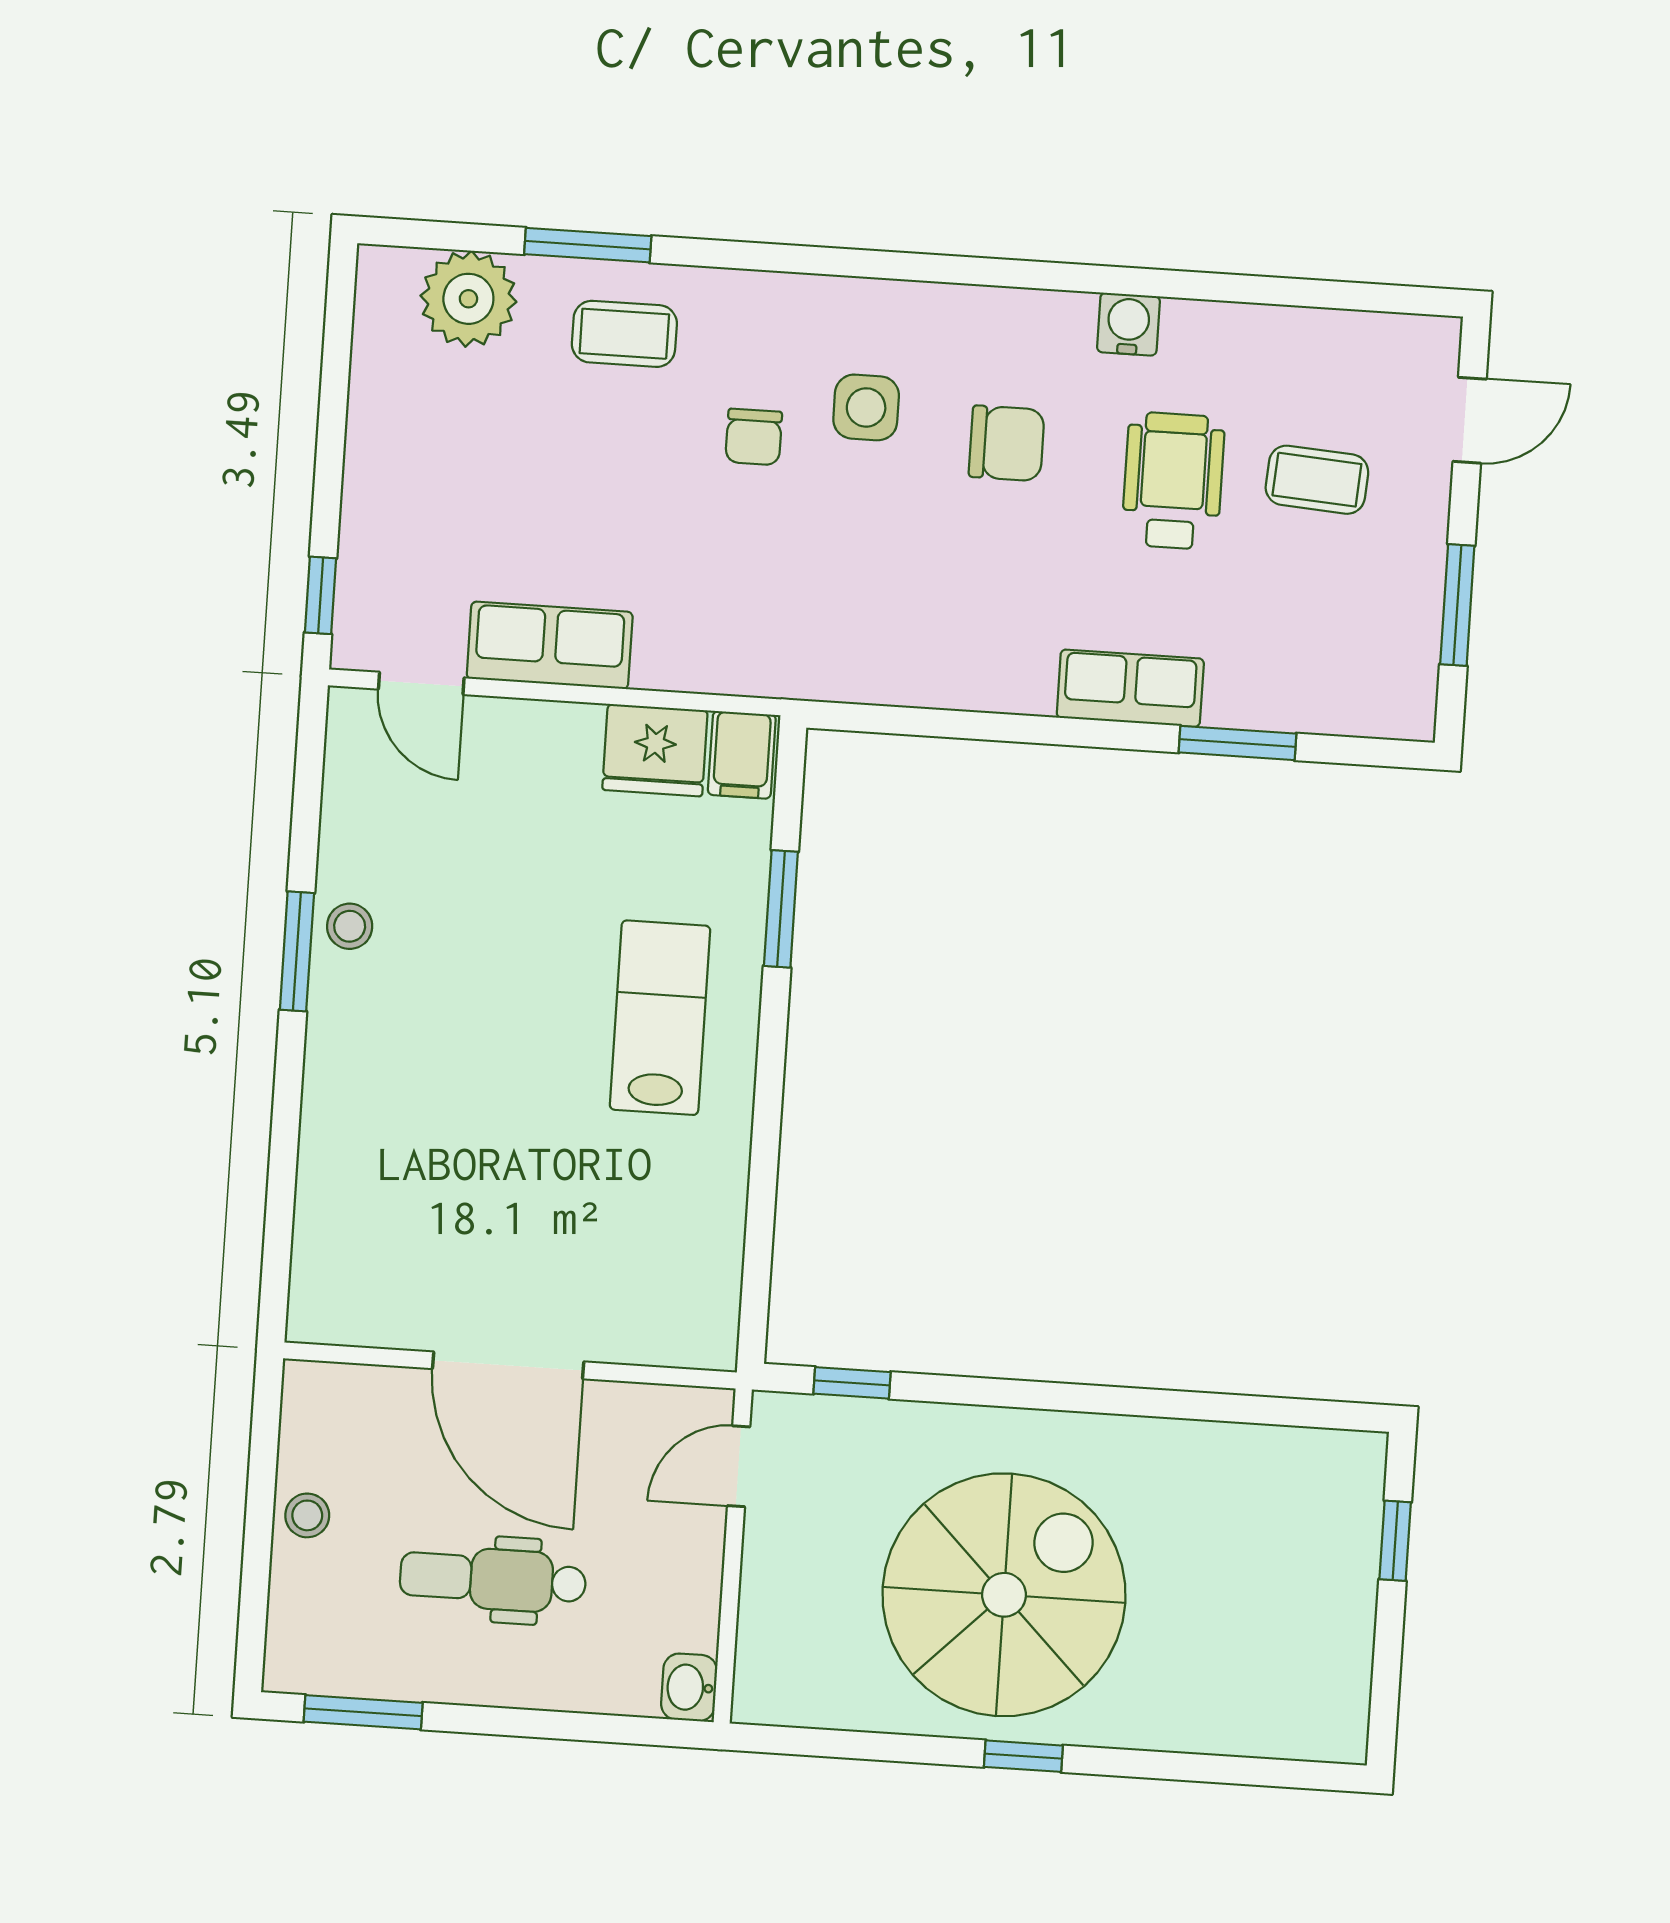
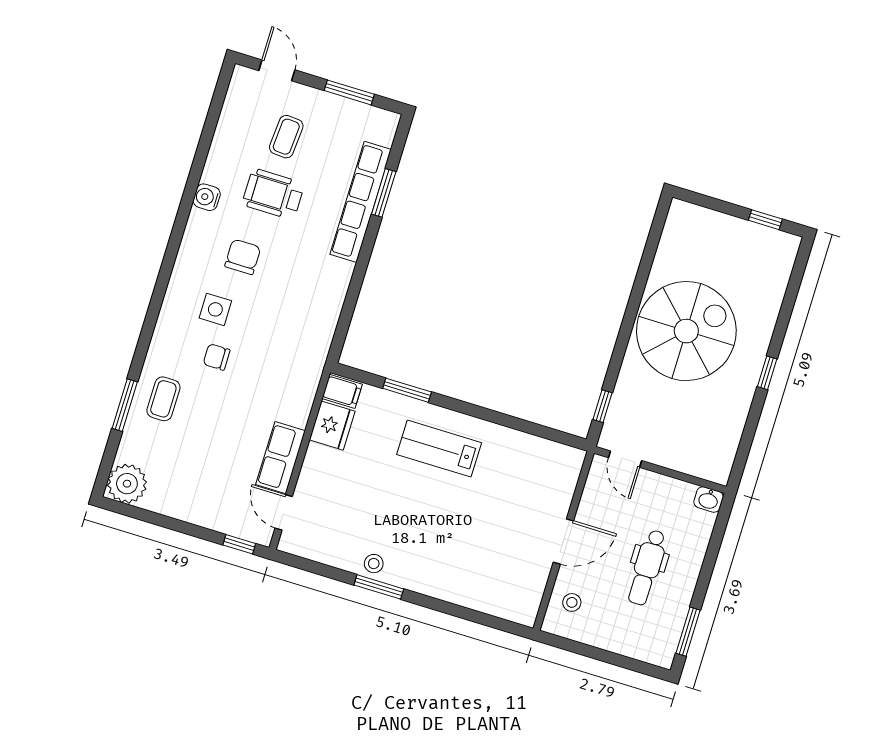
plant: (468, 299) -> (127, 484), moved
chair: (754, 437) -> (217, 357), turned 180
door: (421, 683) -> (284, 512), swing flipped
row of seats: (1130, 688) -> (361, 202), width x2.02
door: (508, 1365) -> (563, 541), width x0.73
stool: (307, 1515) -> (572, 602), moved
window: (1395, 1541) -> (765, 220), moved
spiral stairs: (1004, 1595) -> (686, 331), moved, turned 90

